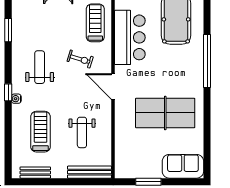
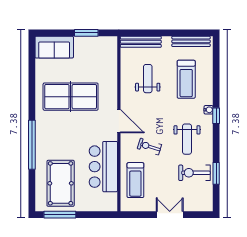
exercise bike: (32, 31) -> (194, 173), added
bench: (35, 173) -> (191, 41), width x1.36

